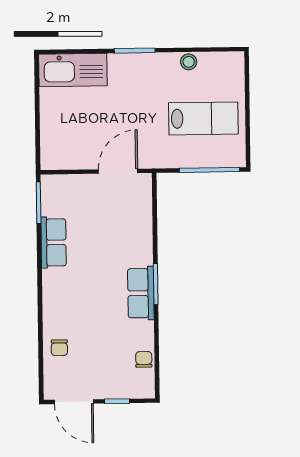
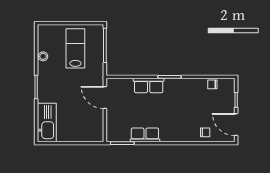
row of seats: (141, 293) -> (149, 86), moved
door: (74, 402) -> (236, 125), swing flipped

